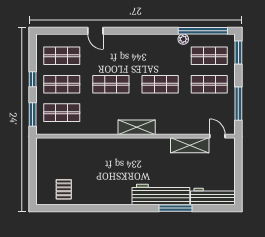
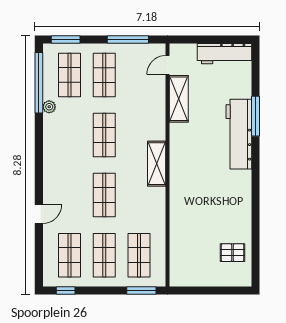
window: (33, 79) -> (66, 291), moved
workbench: (213, 197) -> (224, 54), moved, turned -90

